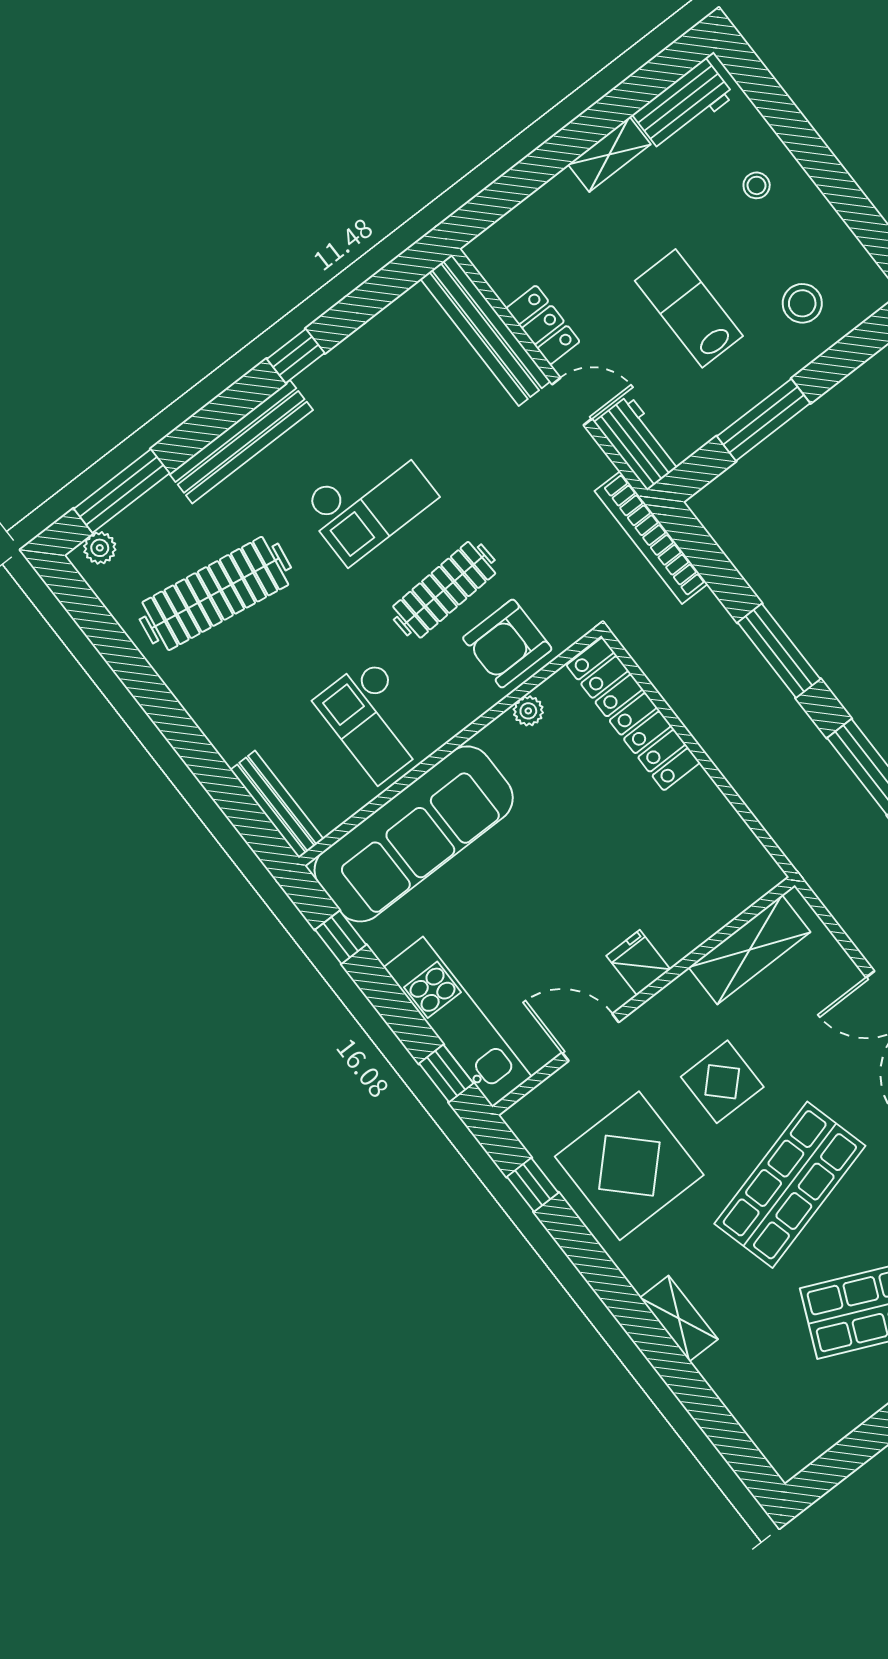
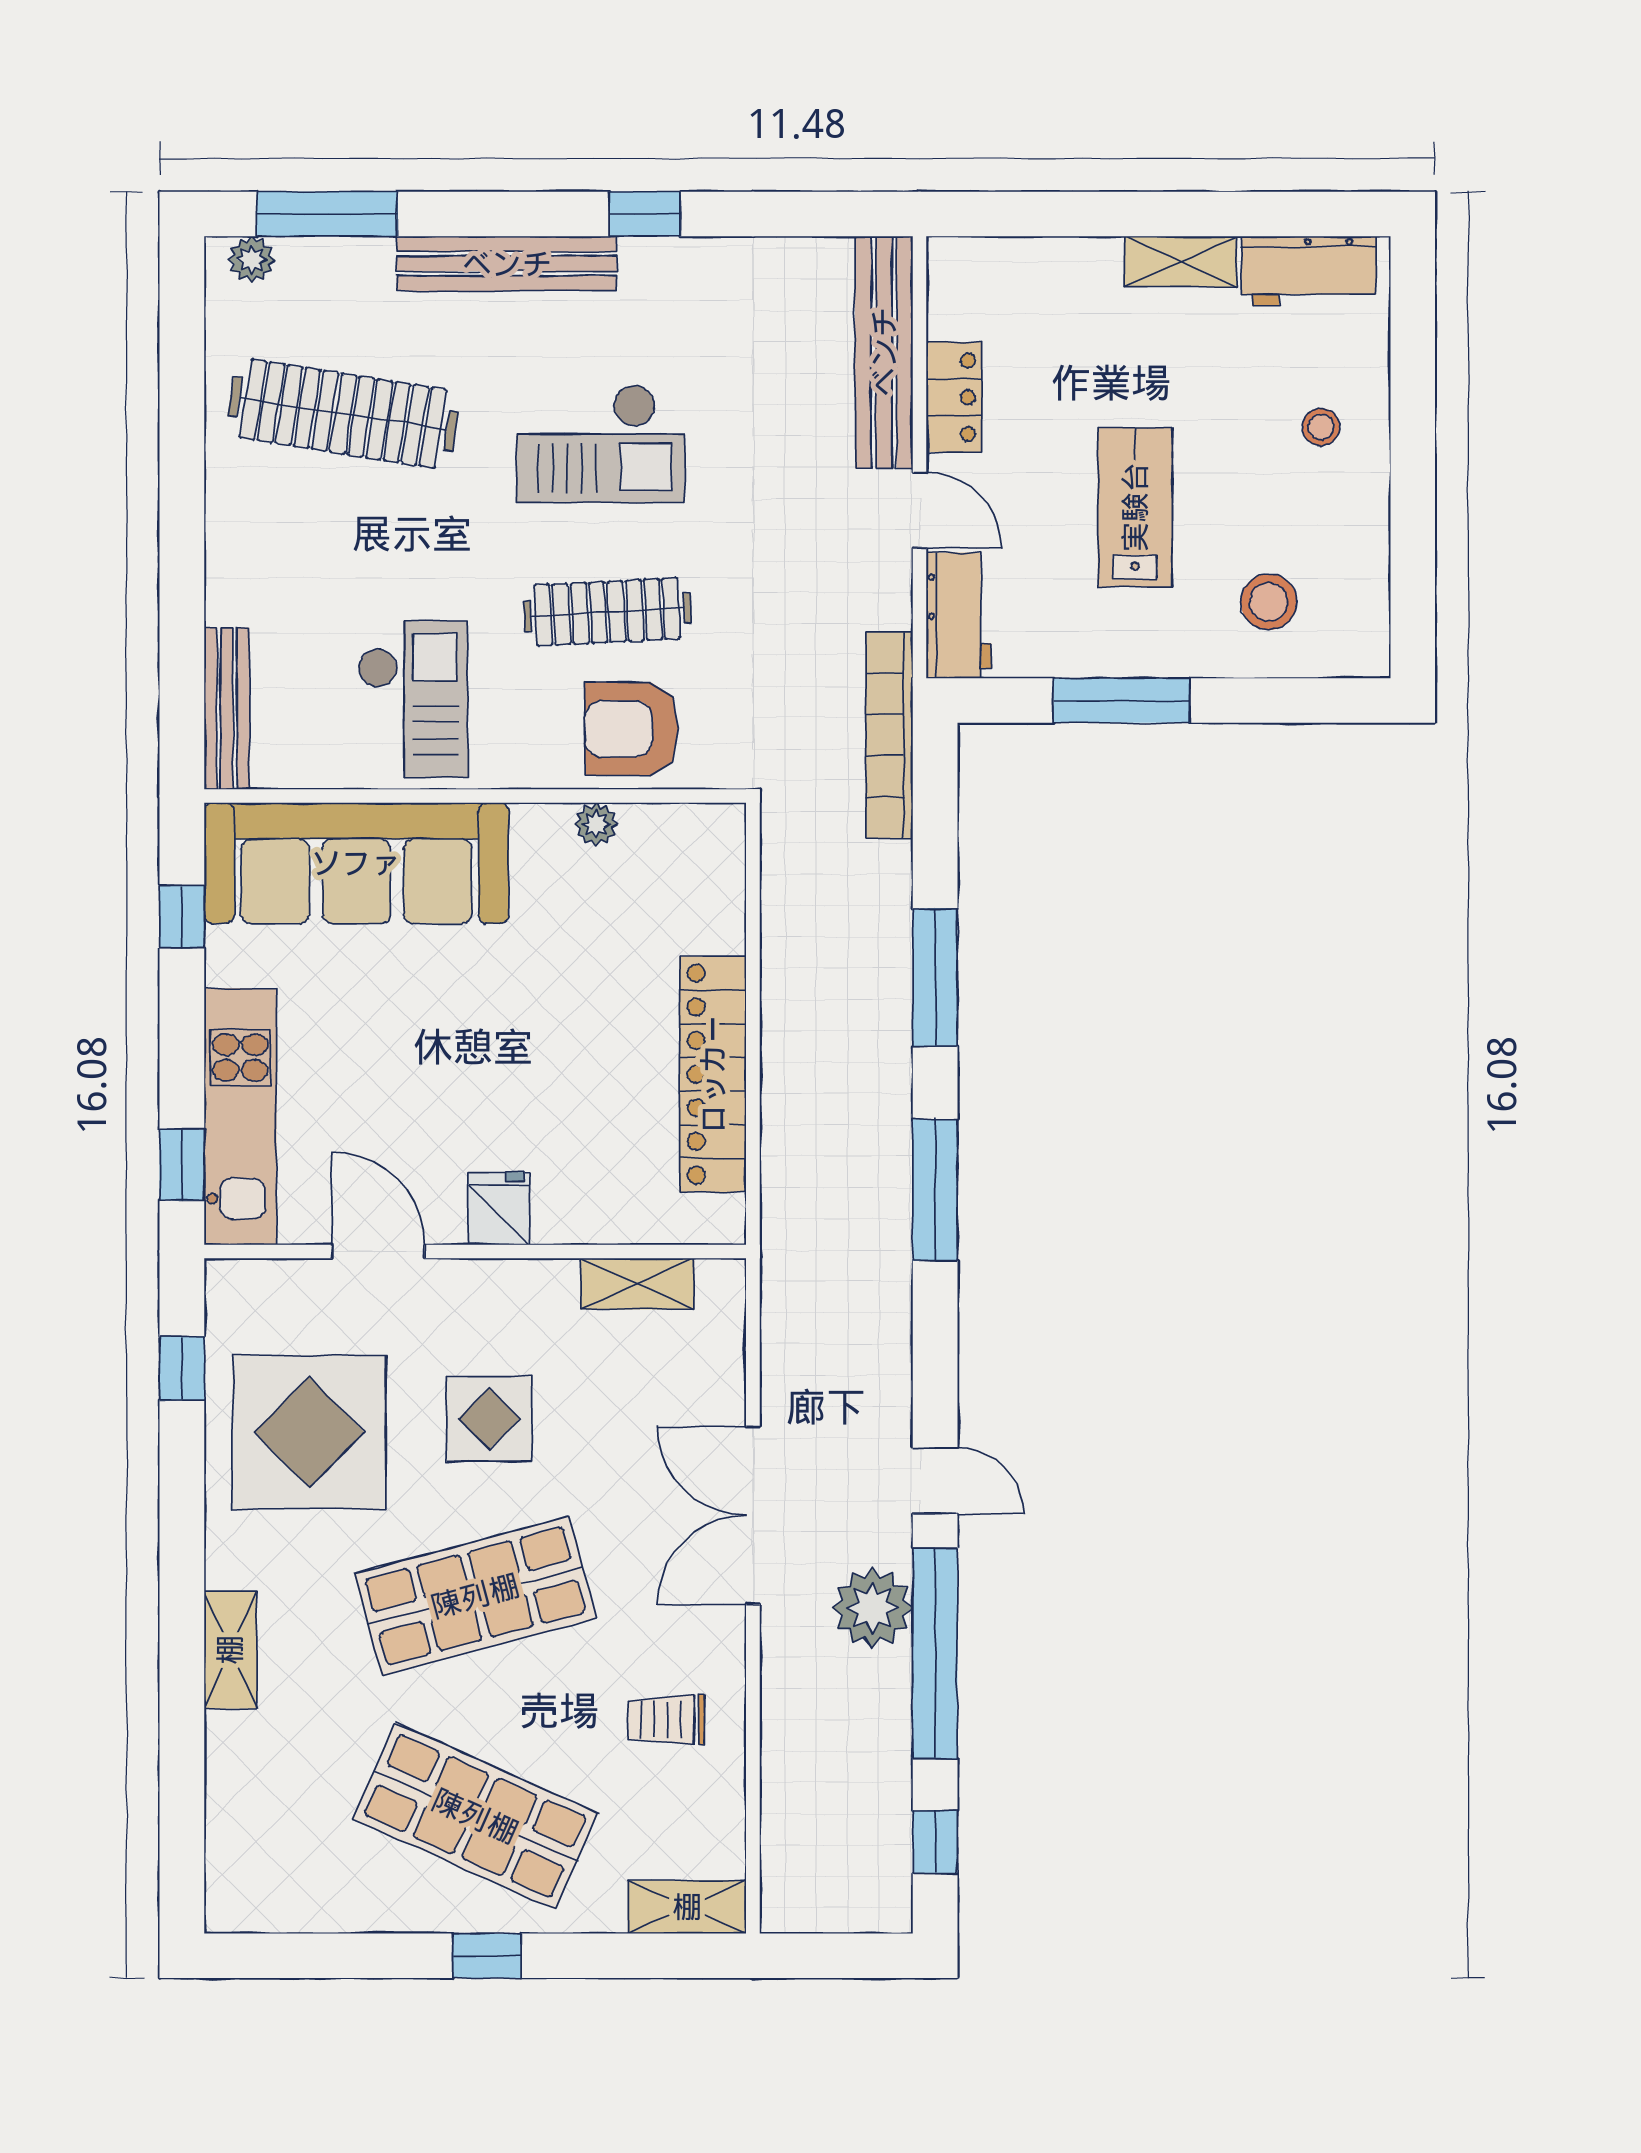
locker: (633, 714) -> (713, 1074), moved
checkout: (375, 720) -> (413, 699), turned 180
shelving: (750, 950) -> (637, 1284), width x0.67, depth x0.75

